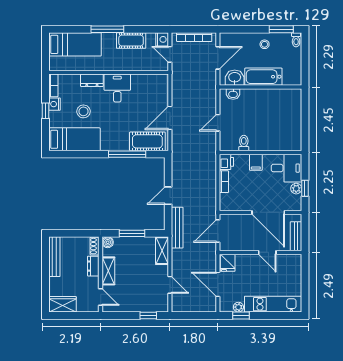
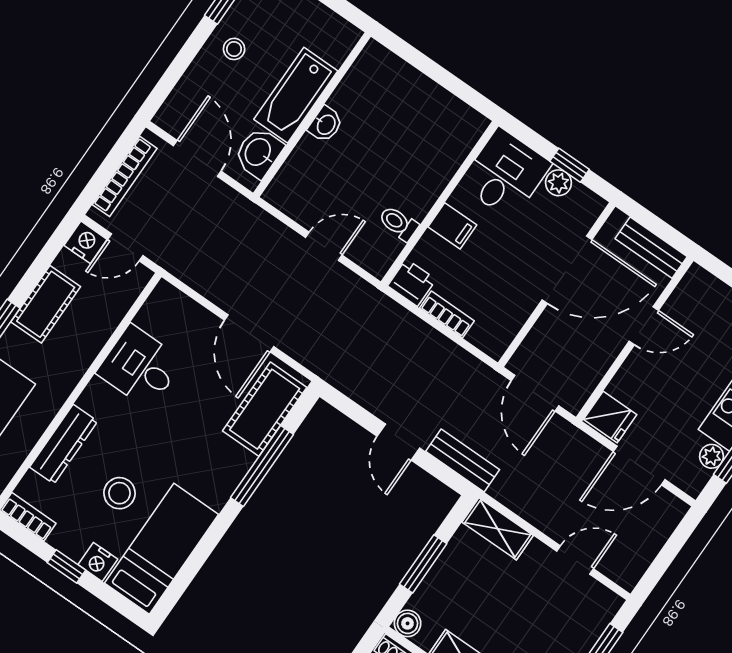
dresser: (92, 80) -> (64, 444), width x1.44
desk: (117, 88) -> (140, 367), moved
washbasin: (233, 94) -> (326, 124), moved
nightstand: (55, 104) -> (98, 562), moved
door: (218, 123) -> (324, 246), swing flipped
bench: (177, 228) -> (463, 461), width x0.73

